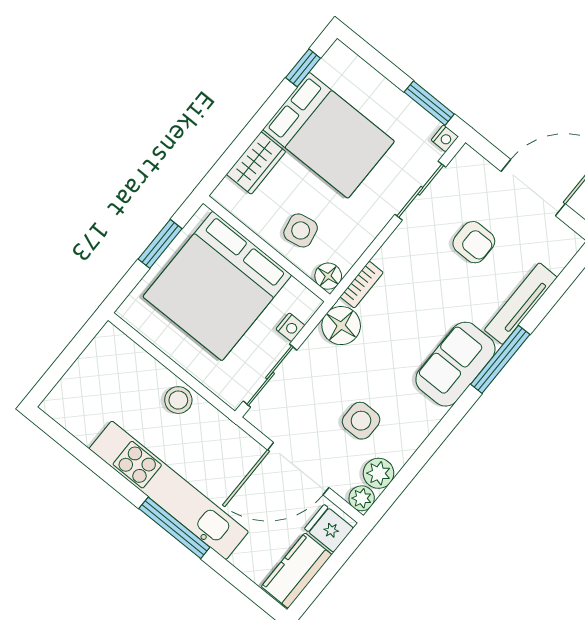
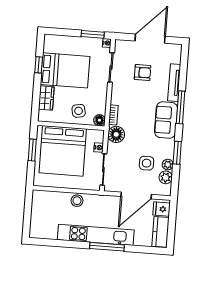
window: (303, 68) -> (39, 65), moved
window: (433, 441) -> (177, 153), added
plant: (362, 498) -> (168, 165), moved

